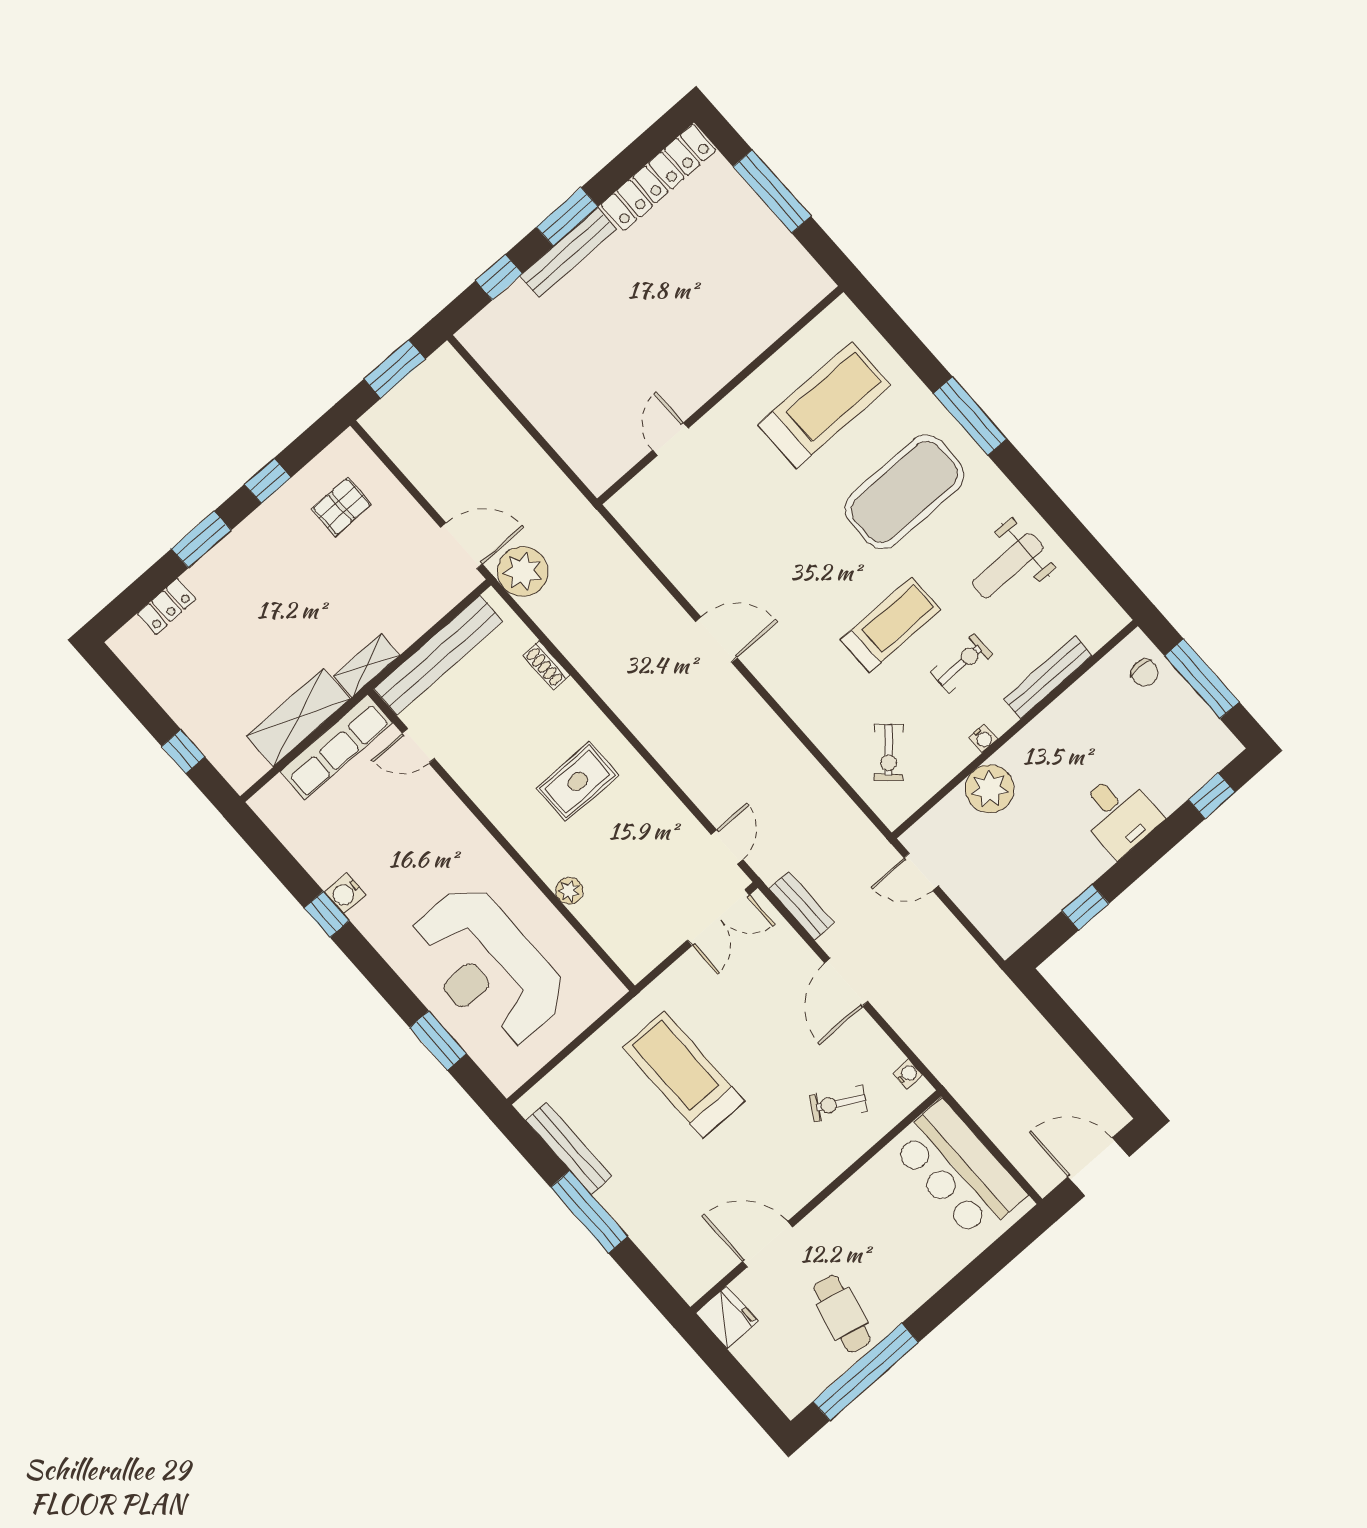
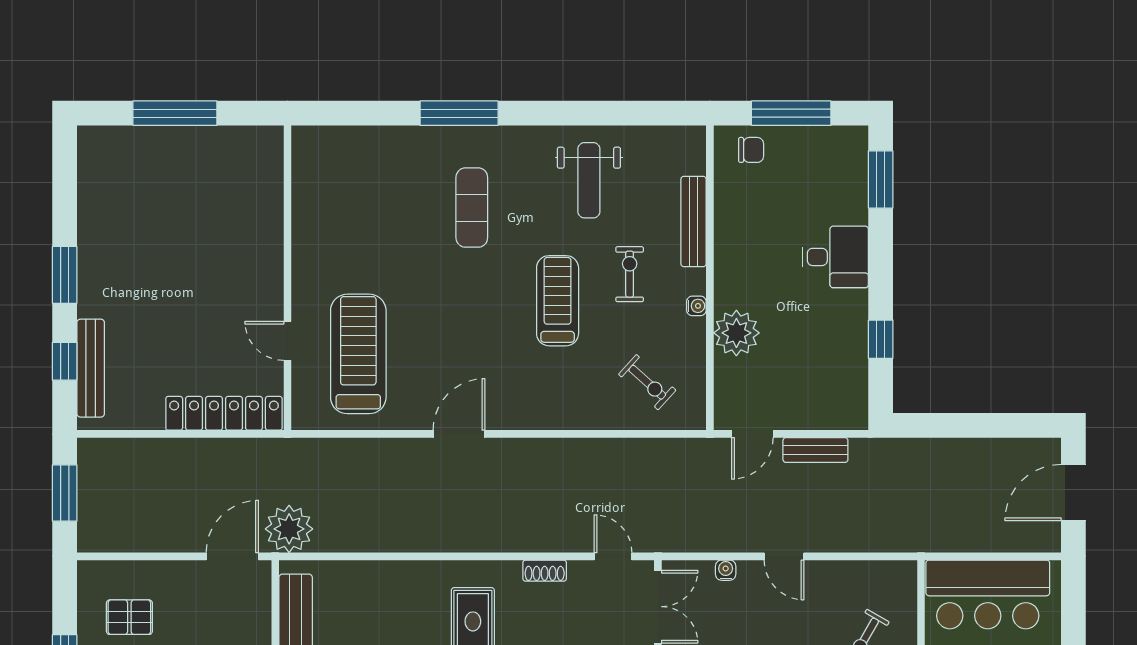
locker: (658, 177) -> (224, 413), moved, turned -90
bench: (568, 252) -> (91, 368), moved
treadmill: (824, 405) -> (358, 354), moved
exercise mat: (904, 492) -> (472, 208), width x0.50, depth x0.69
pallet: (342, 507) -> (129, 617), turned 90
shoe rack: (546, 665) -> (545, 571), moved
window: (1212, 796) -> (881, 179), width x1.50
bench: (801, 906) -> (815, 450), moved
door: (846, 982) -> (784, 556), width x0.73
water cooler: (908, 1074) -> (726, 570), moved

